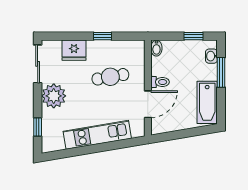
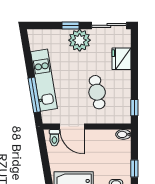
window: (103, 36) -> (134, 108), moved
toilet: (160, 82) -> (54, 138), moved
window: (38, 127) -> (71, 25), moved
window: (113, 145) -> (34, 95), added

